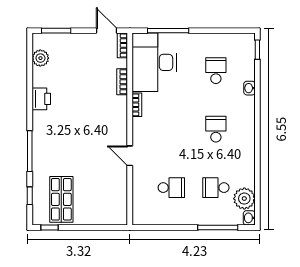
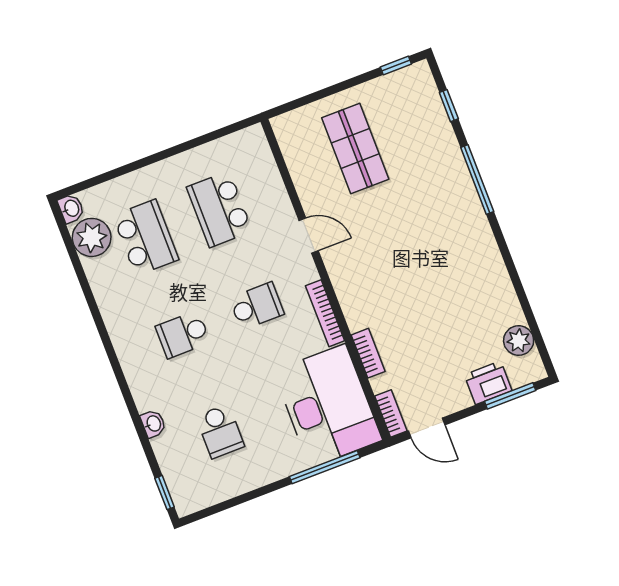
printer: (41, 99) -> (488, 383), moved, turned 90
bookcase: (137, 105) -> (325, 313), width x1.56
school desk: (171, 129) -> (257, 306), added
school desk: (216, 129) -> (183, 334), turned 90
school desk: (171, 188) -> (219, 209), width x1.85
school desk: (216, 188) -> (146, 238), width x1.85
shop shelf: (61, 199) -> (355, 149), moved
window: (218, 228) -> (117, 173), removed

